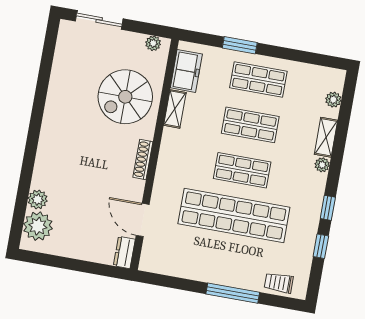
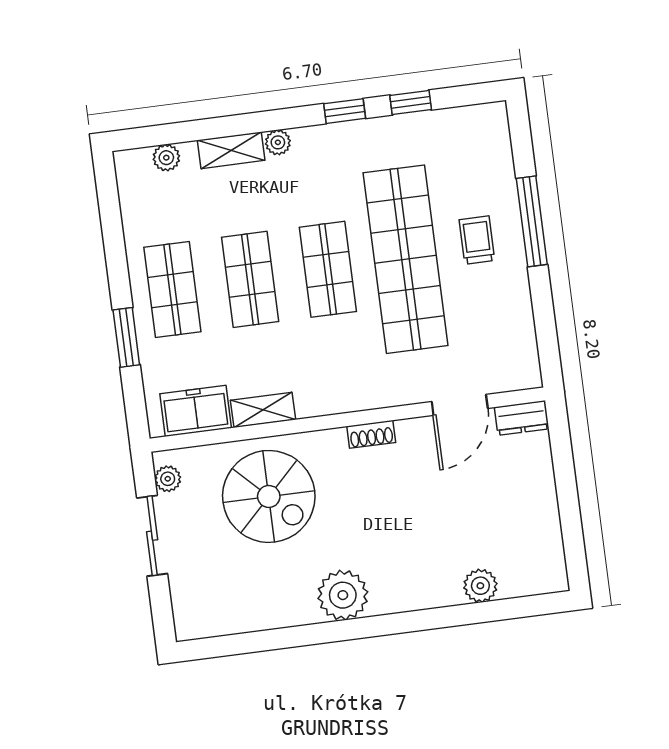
sliding door: (99, 20) -> (152, 536), moved
shoe rack: (143, 159) -> (371, 434), width x0.70
plant: (38, 226) -> (343, 595), moved
trolley: (279, 283) -> (477, 240), moved, turned 180

